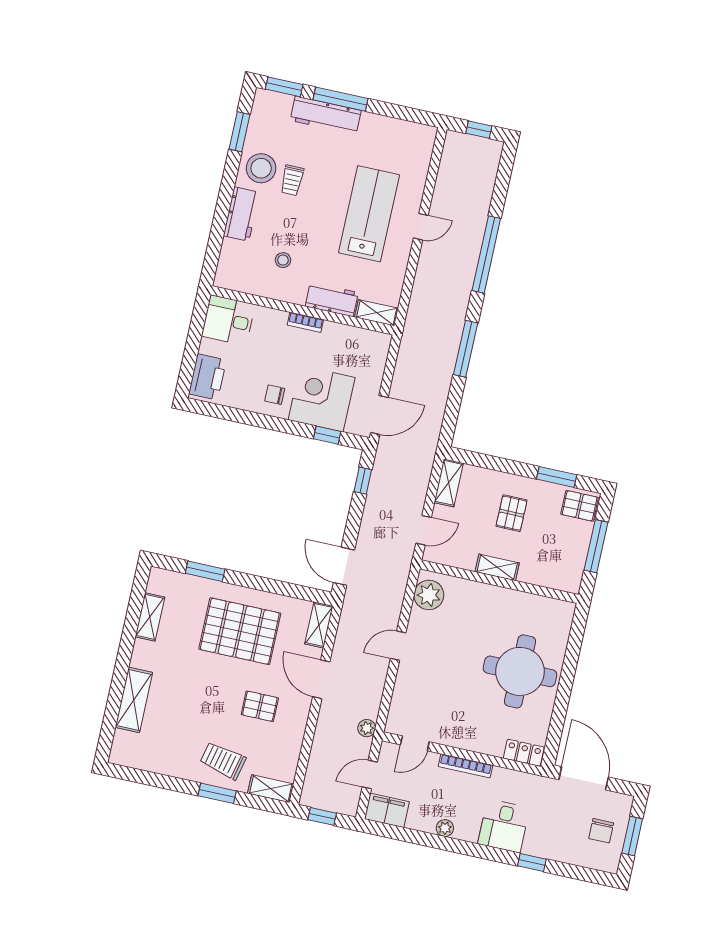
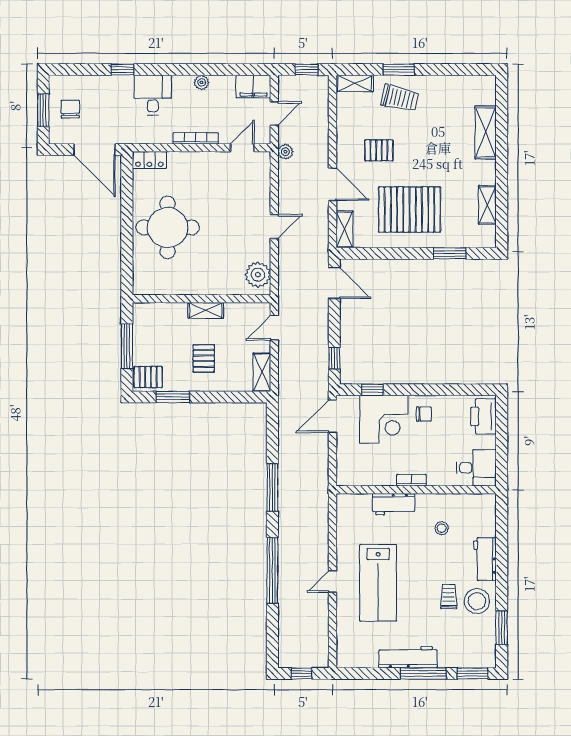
workbench: (326, 115) -> (408, 657), moved
shelving: (377, 313) -> (354, 501), removed

